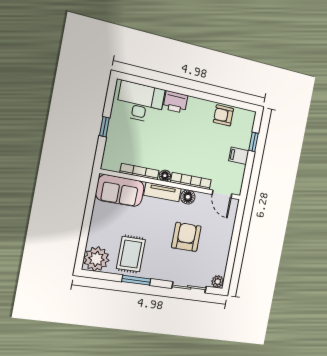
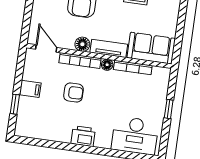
printer: (176, 102) -> (83, 136), moved
armchair: (223, 115) -> (73, 93), moved

